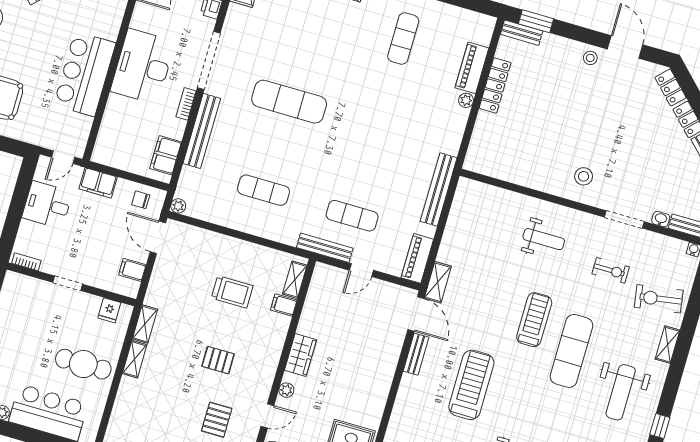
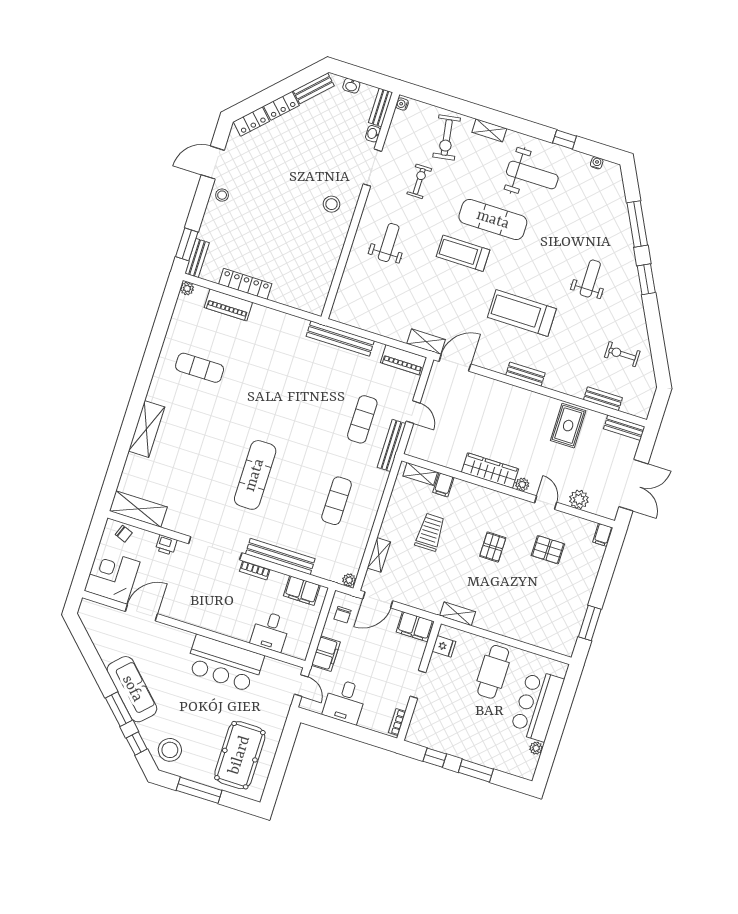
desk: (143, 66) -> (270, 631), moved, width x0.53, depth x0.77
plant: (466, 100) -> (187, 288), moved
filing cabinet: (132, 270) -> (415, 627), width x2.00
bench: (416, 354) -> (525, 374), moved
wardrobe: (300, 355) -> (490, 471), width x1.50
shelving: (135, 359) -> (379, 555), moved, turned 90

